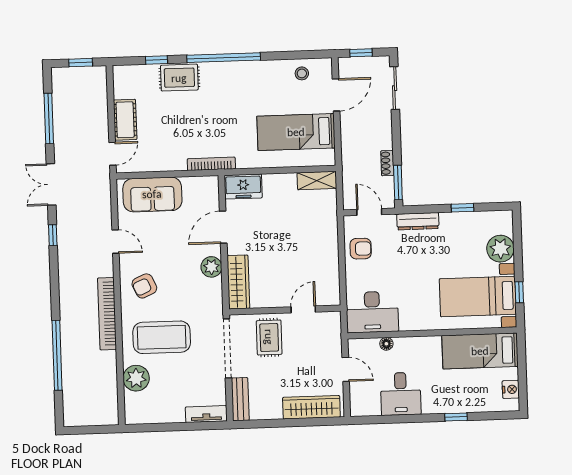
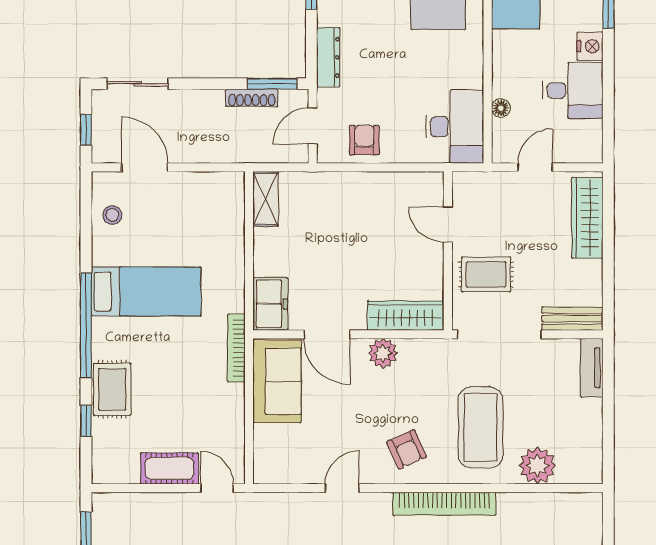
bed: (296, 132) -> (146, 291), moved, turned -90
shoe rack: (387, 163) -> (252, 98), width x1.43
sofa: (152, 194) -> (277, 381), moved
nightstand: (432, 405) -> (590, 46), added

